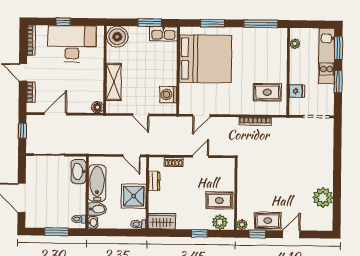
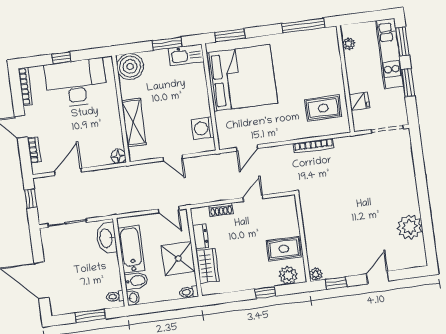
window: (213, 23) -> (230, 35), moved
wardrobe: (162, 221) -> (207, 266), moved, turned 90
rug: (268, 221) -> (347, 265), removed

